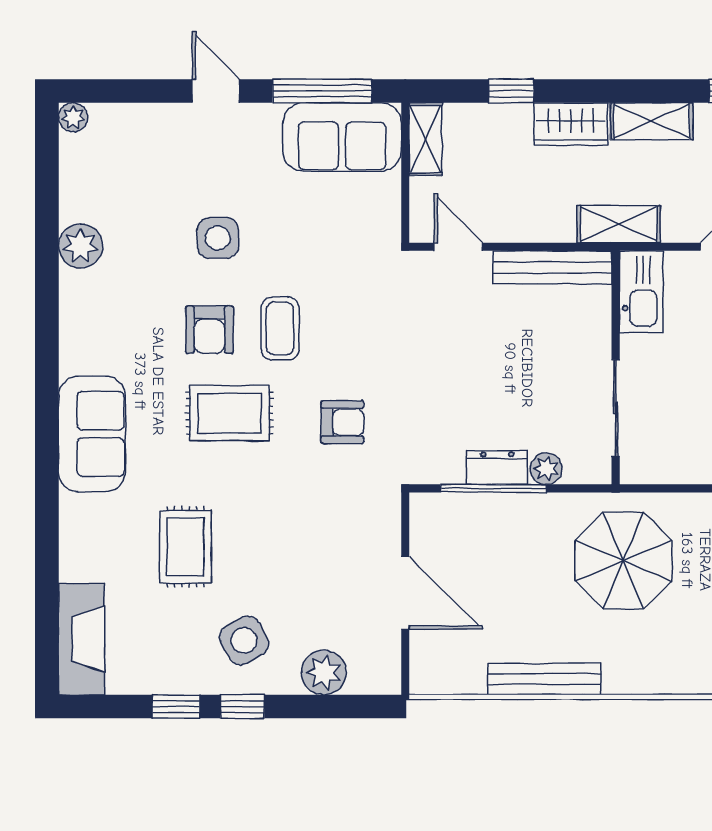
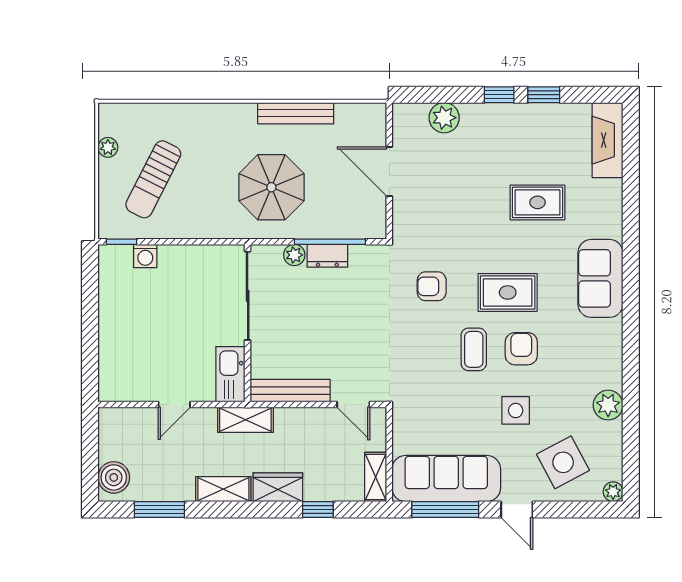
sofa: (342, 137) -> (446, 478), width x1.36
sliding door: (616, 408) -> (248, 296), width x1.37
rug: (185, 547) -> (538, 202), turned 90
parasol: (623, 561) -> (271, 187), moved
side table: (244, 640) -> (563, 462), moved, width x1.37, depth x1.37

